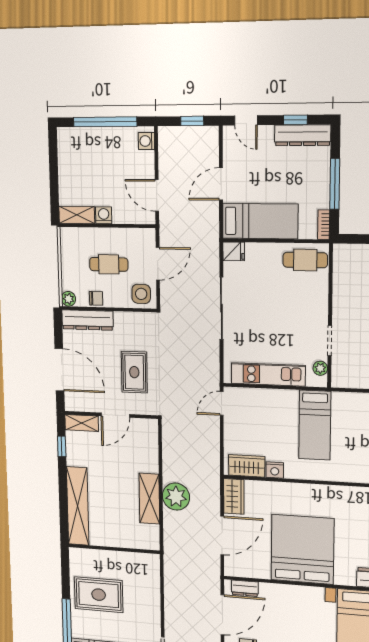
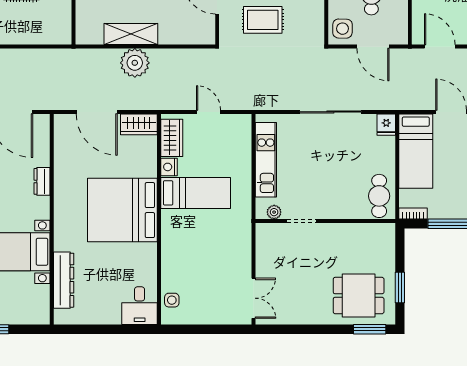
door: (157, 195) -> (440, 47), hinge flipped
door: (222, 403) -> (209, 112), moved
bed: (315, 425) -> (196, 193), moved, turned 180
bed: (302, 549) -> (122, 210), moved, turned 180
dresser: (245, 588) -> (42, 181), moved

